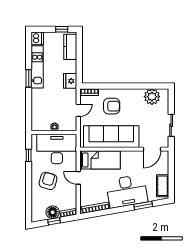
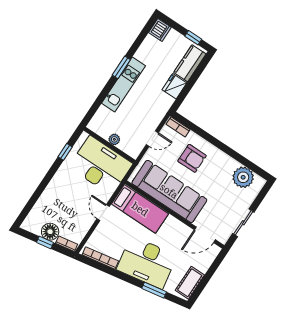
kitchen unit: (37, 67) -> (123, 85), moved
fridge: (70, 81) -> (174, 86), moved
armchair: (48, 181) -> (68, 194), removed

